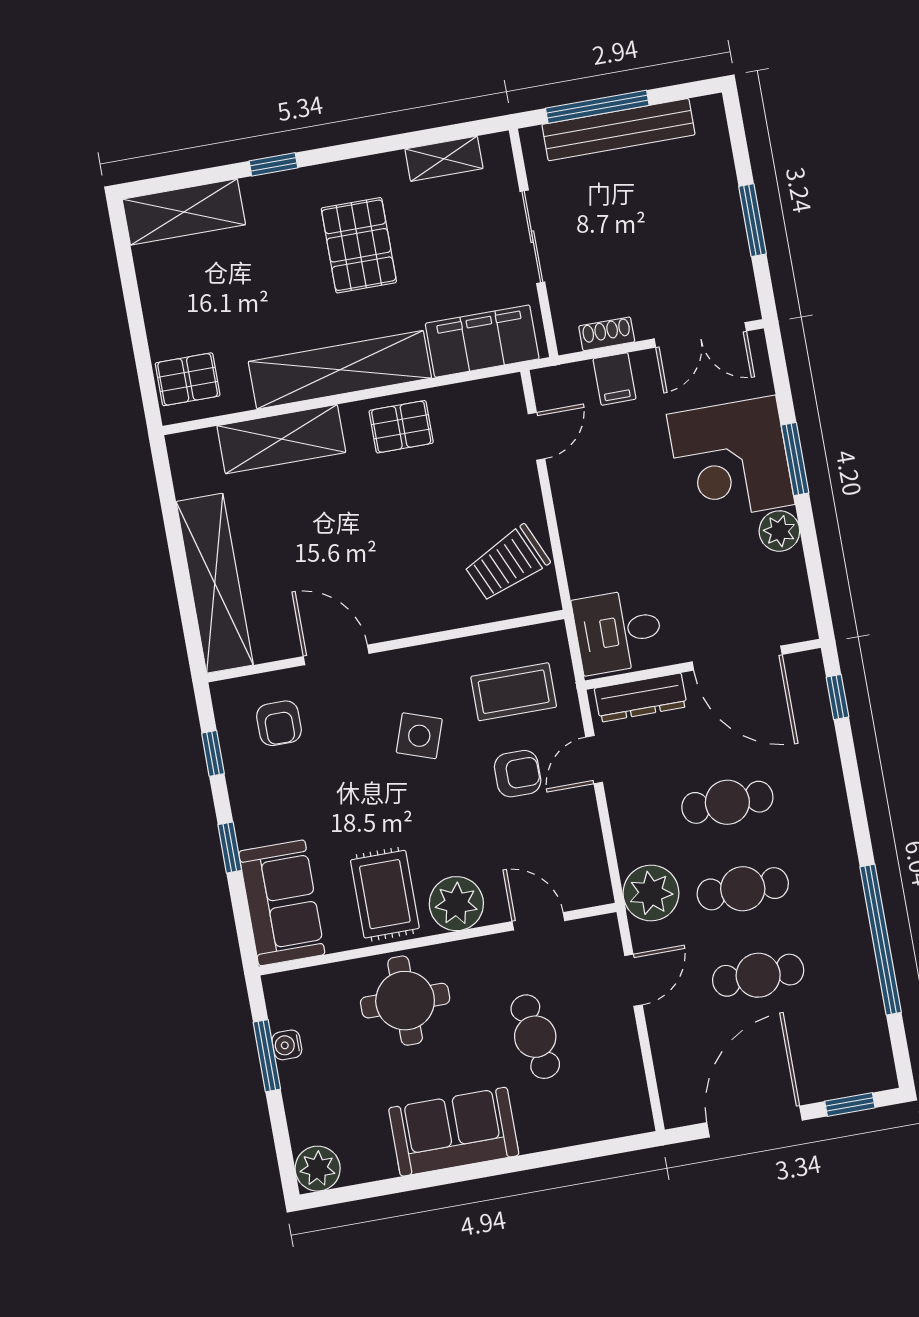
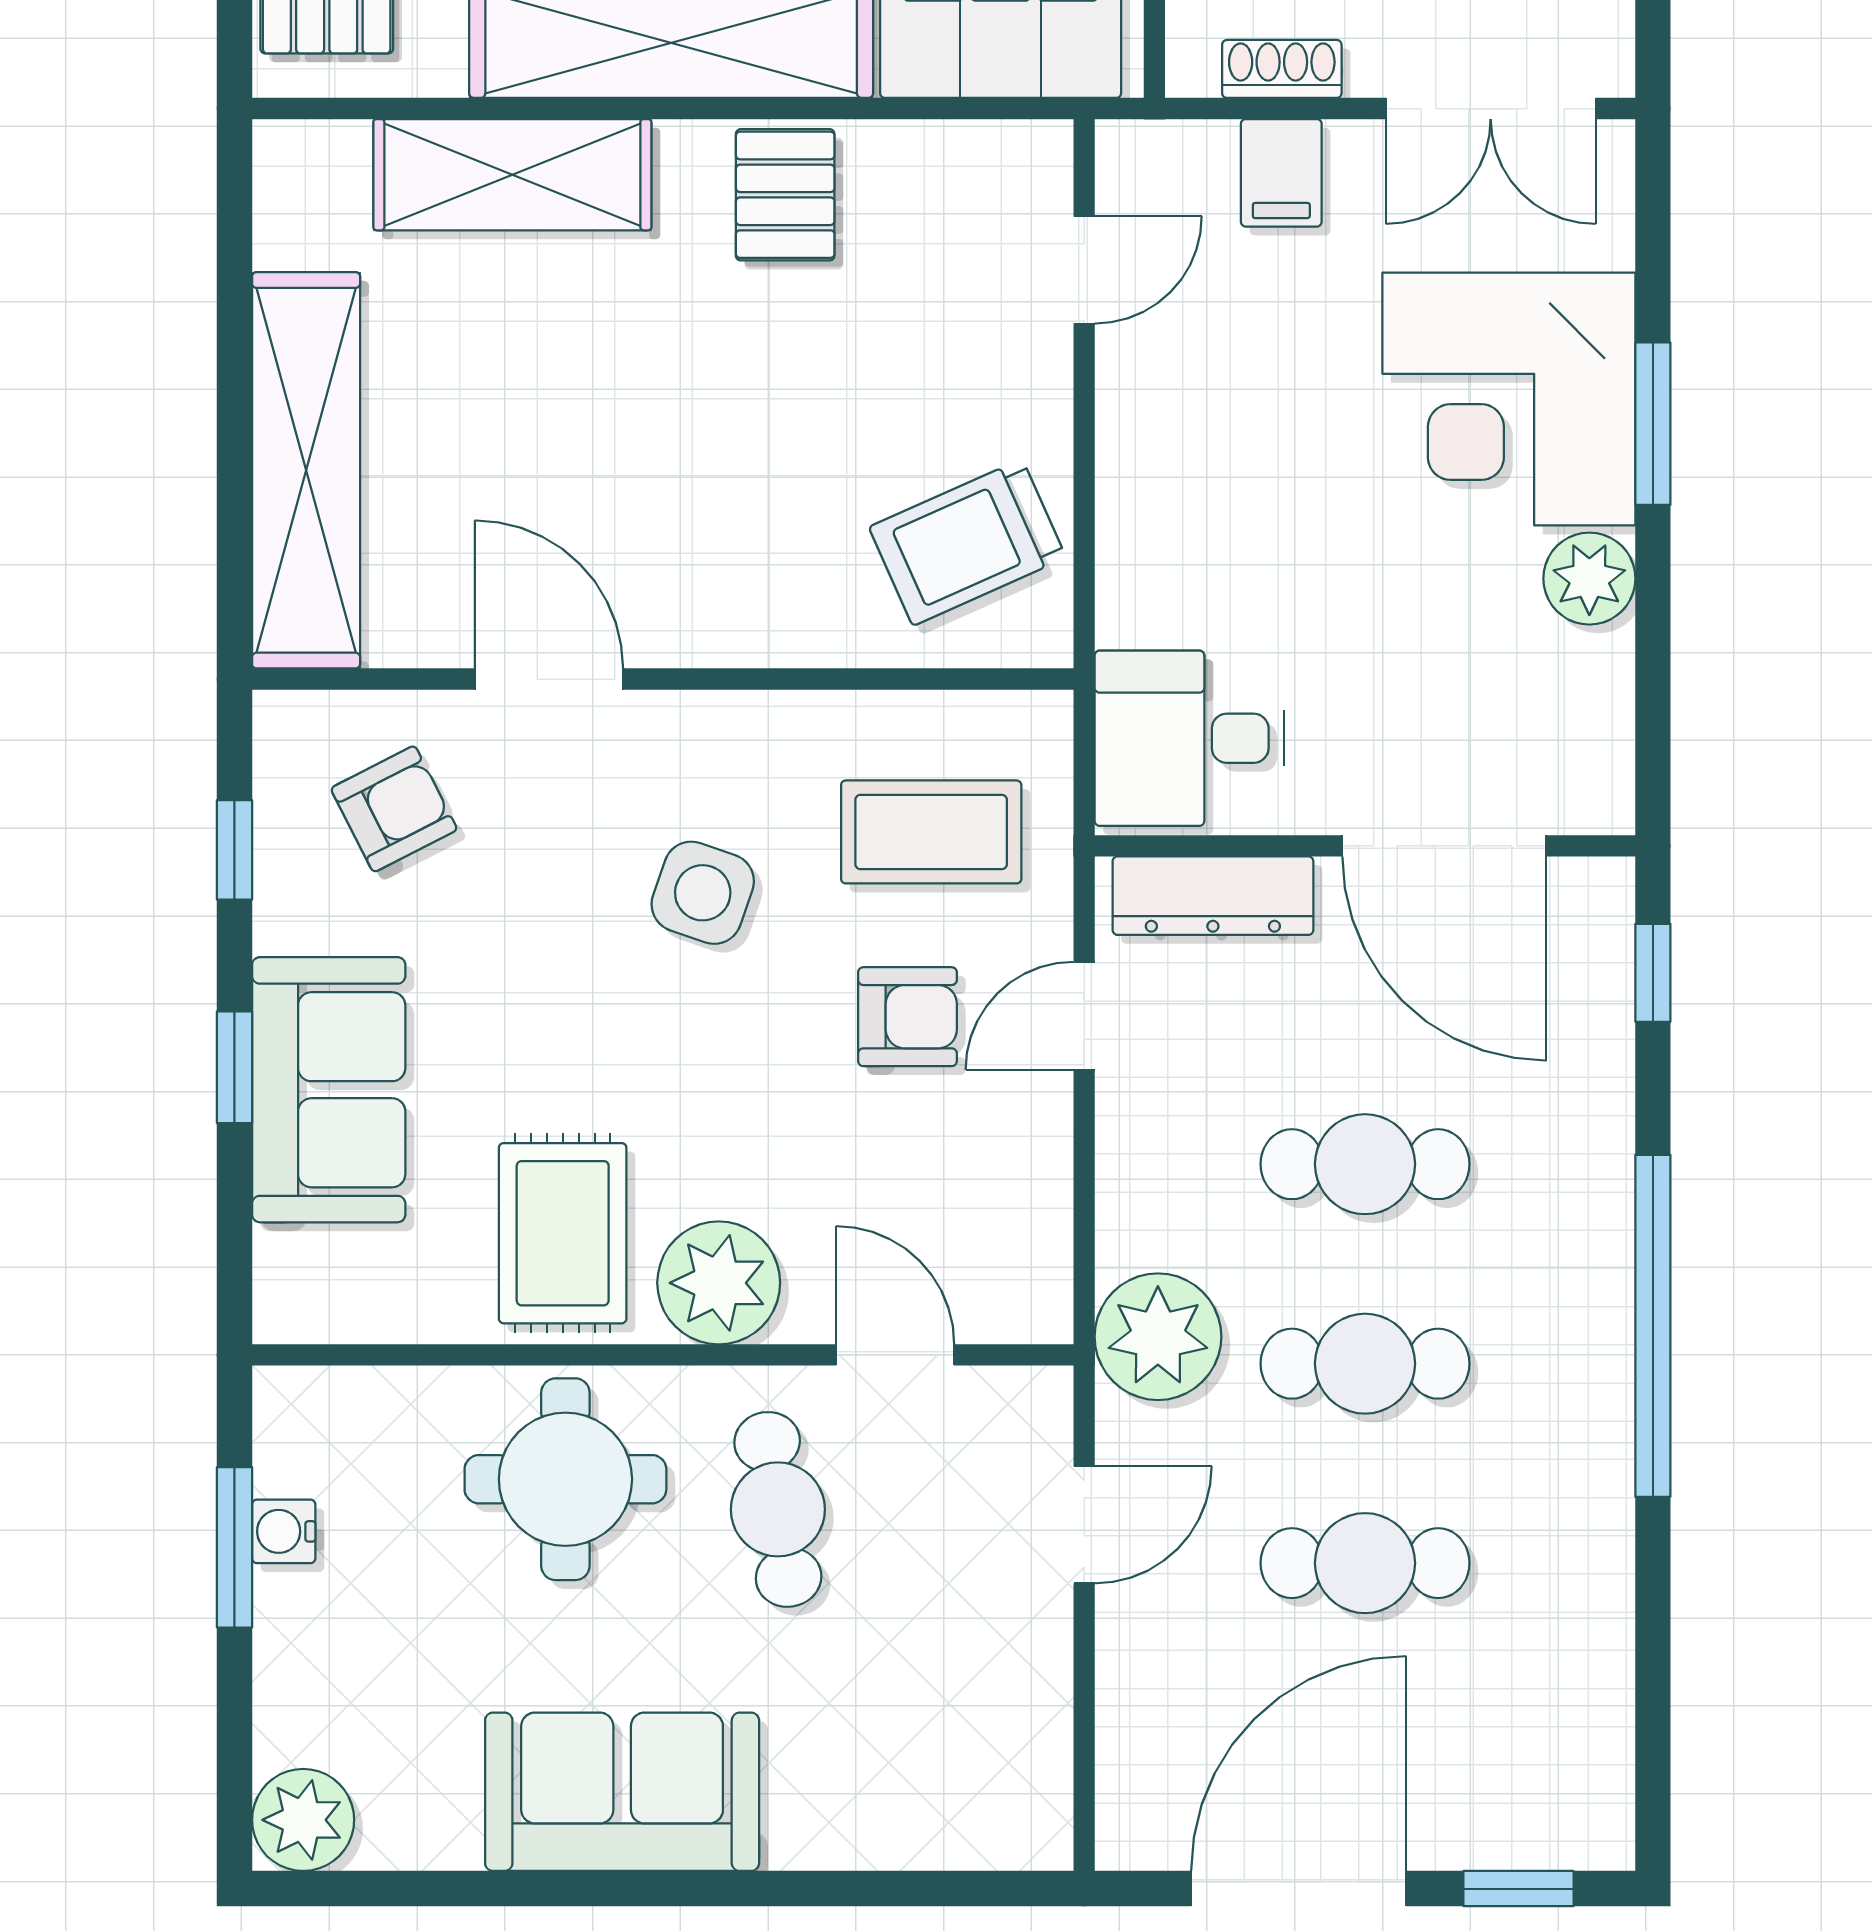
pallet: (401, 427) -> (785, 195), turned 90
armchair: (279, 723) -> (394, 809), turned -117
sofa: (282, 903) -> (329, 1090), moved
window: (881, 940) -> (1653, 1326), moved
cafe table: (535, 1037) -> (778, 1509), moved

